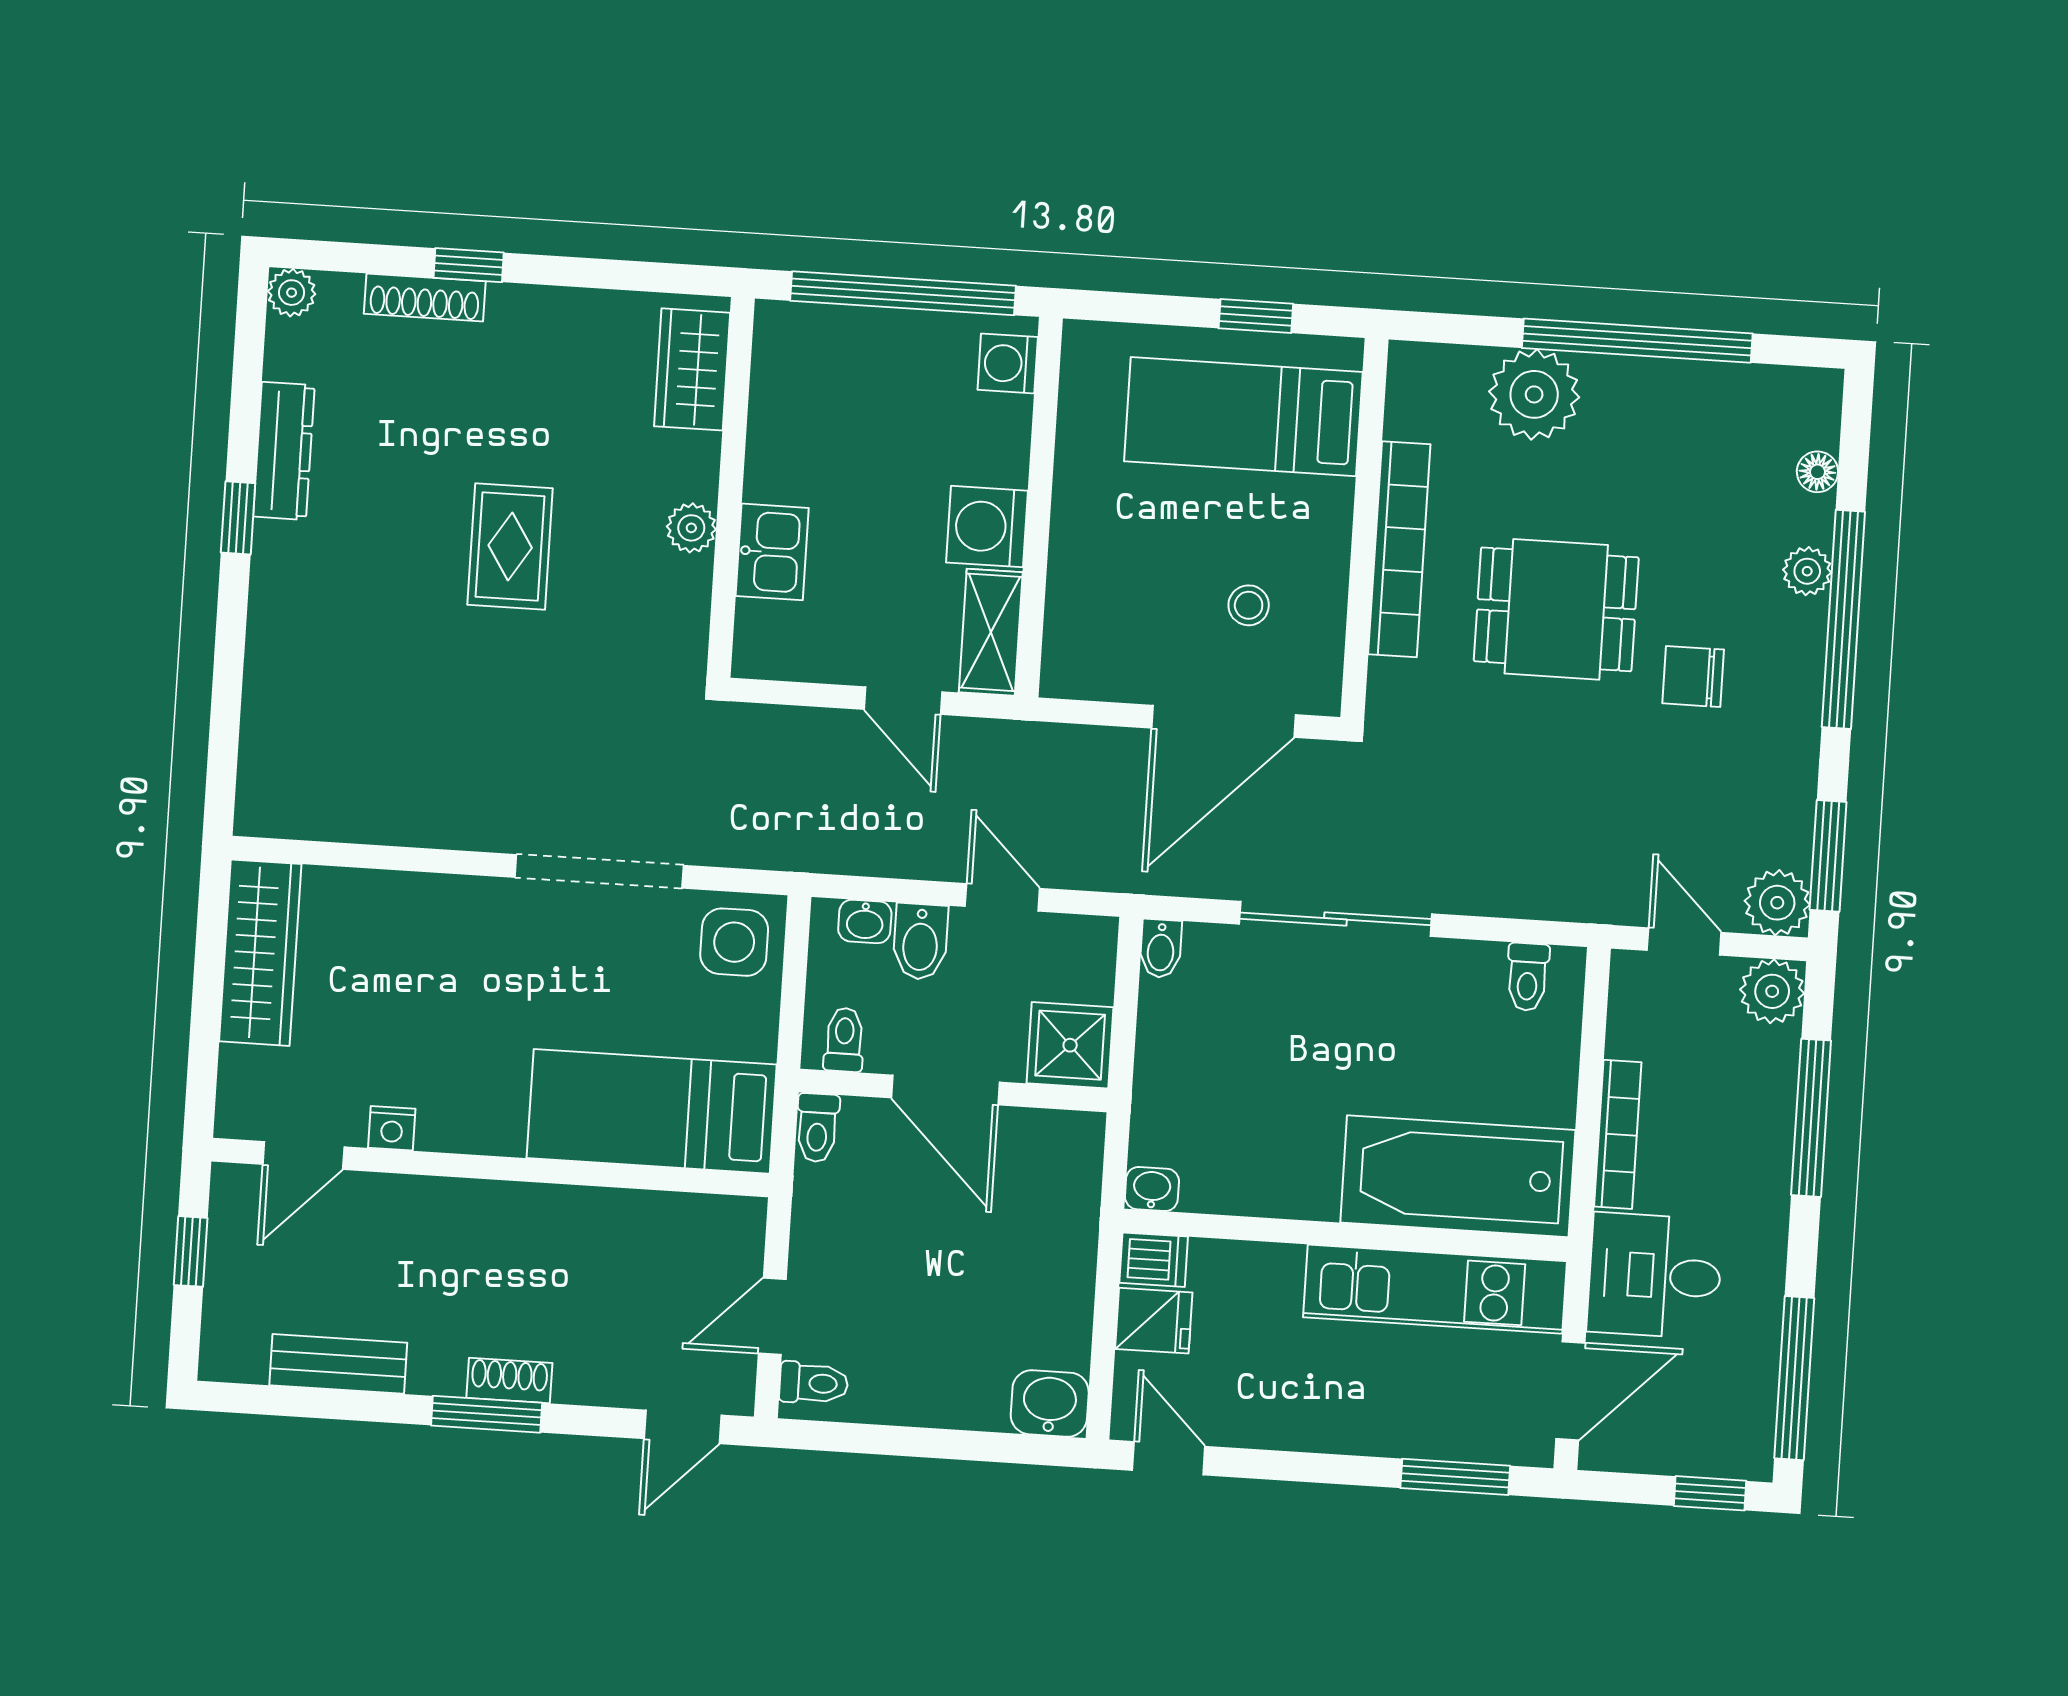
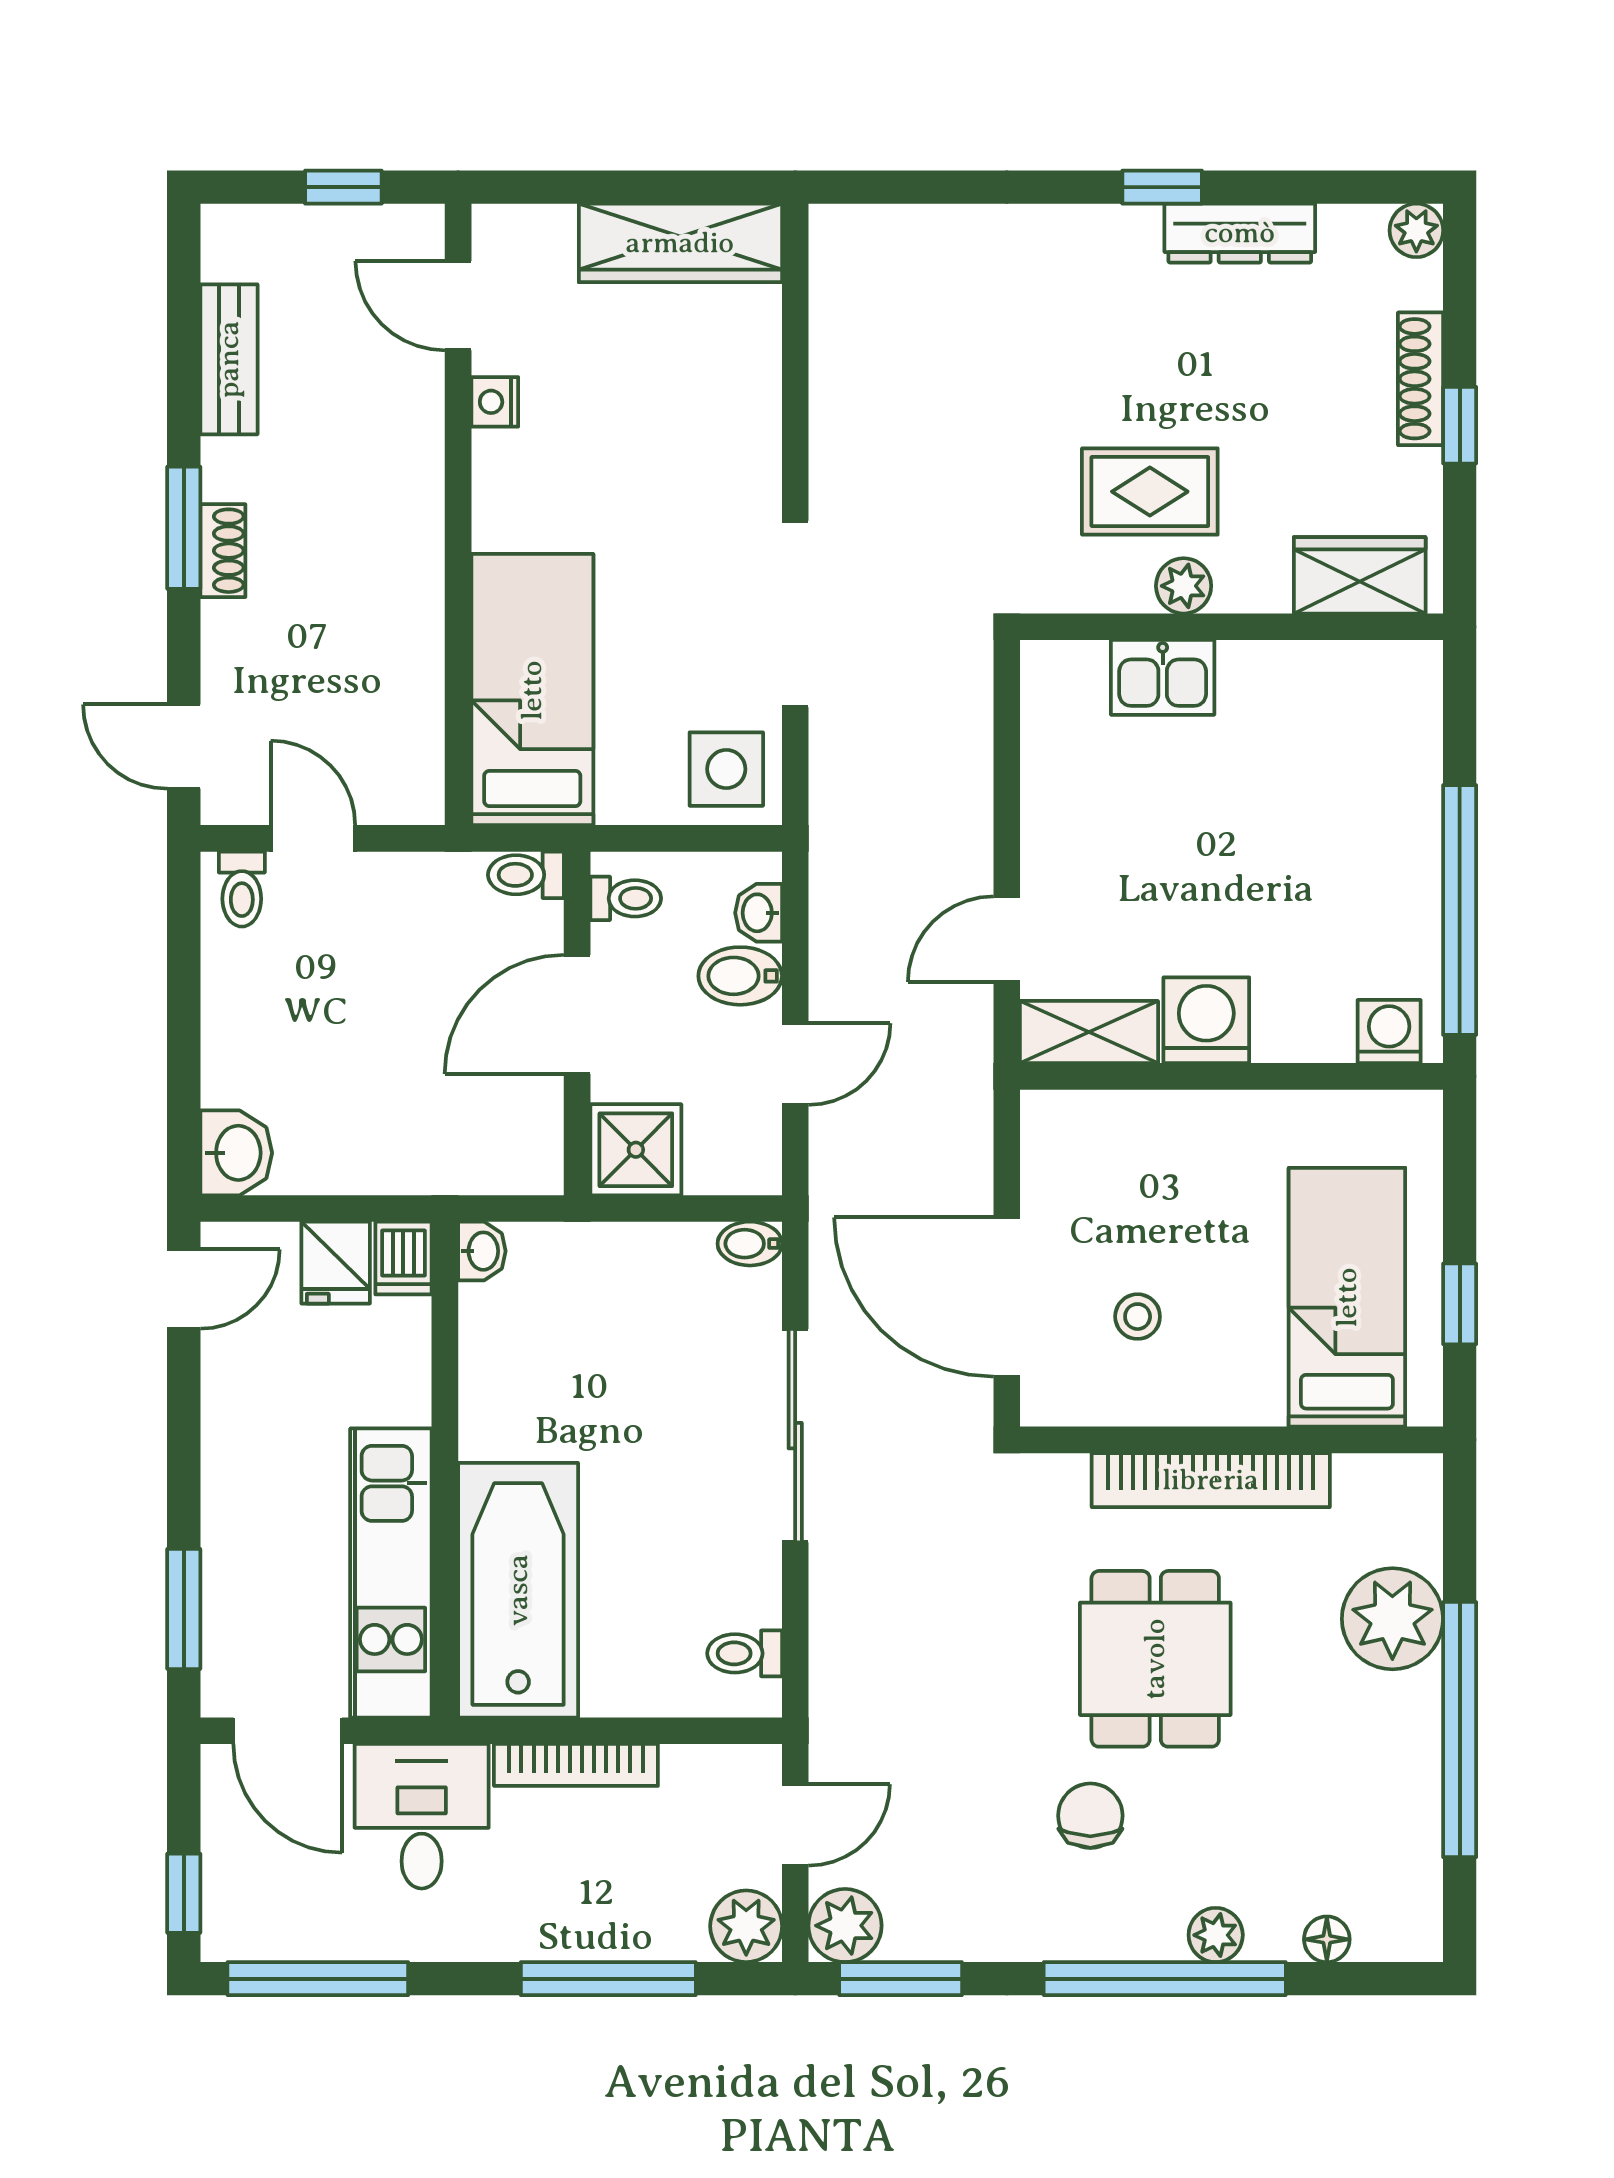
wardrobe: (692, 369) -> (1360, 575), moved
wall: (731, 487) -> (1232, 627), moved
plant: (691, 528) -> (1184, 586), moved
kitchen sink: (772, 552) -> (1163, 677), moved

